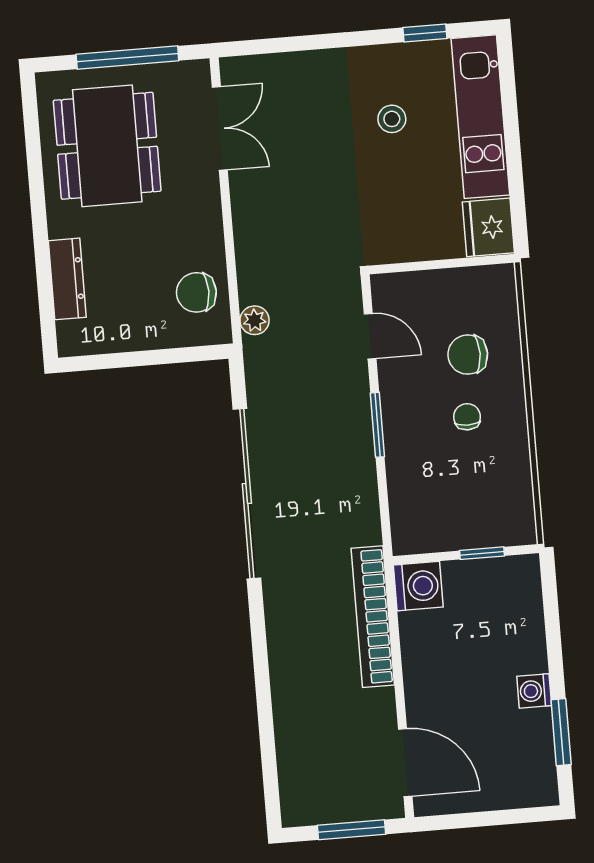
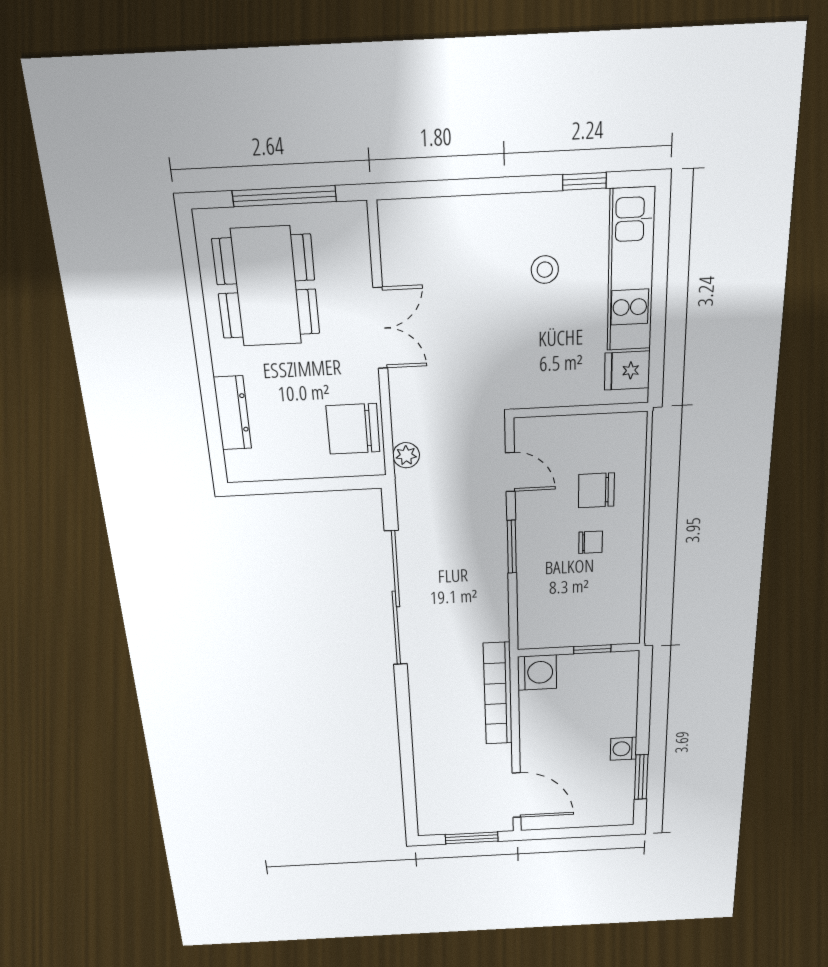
double door: (220, 128) -> (380, 328), moved
fridge: (488, 227) -> (627, 371), width x0.72
chair: (196, 292) -> (353, 429), width x1.37, depth x1.37
chair: (467, 417) -> (590, 542), turned 90

